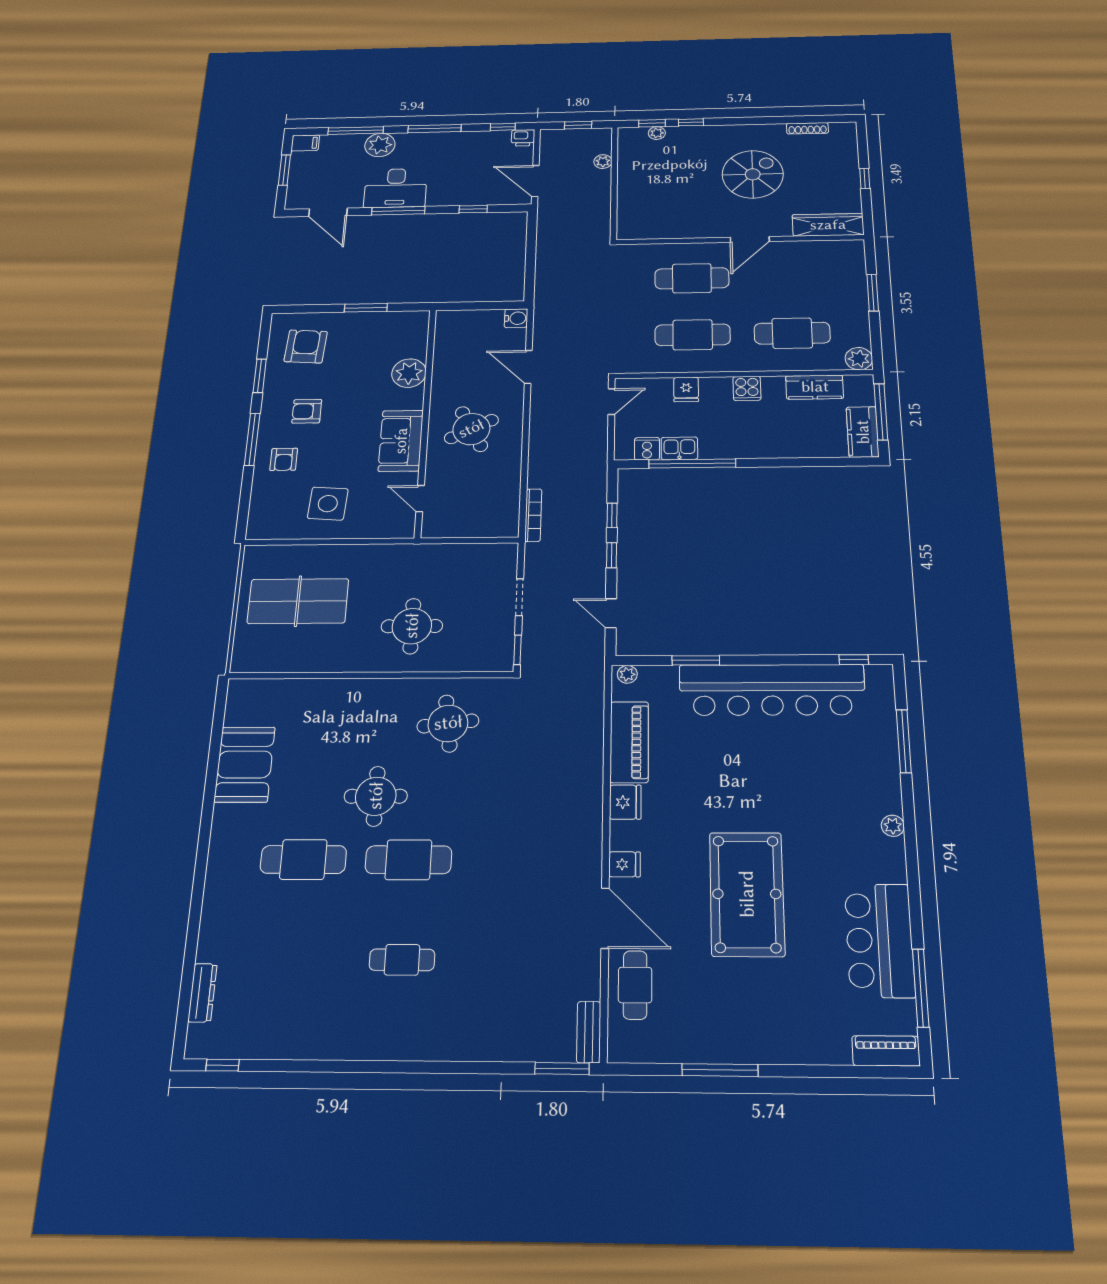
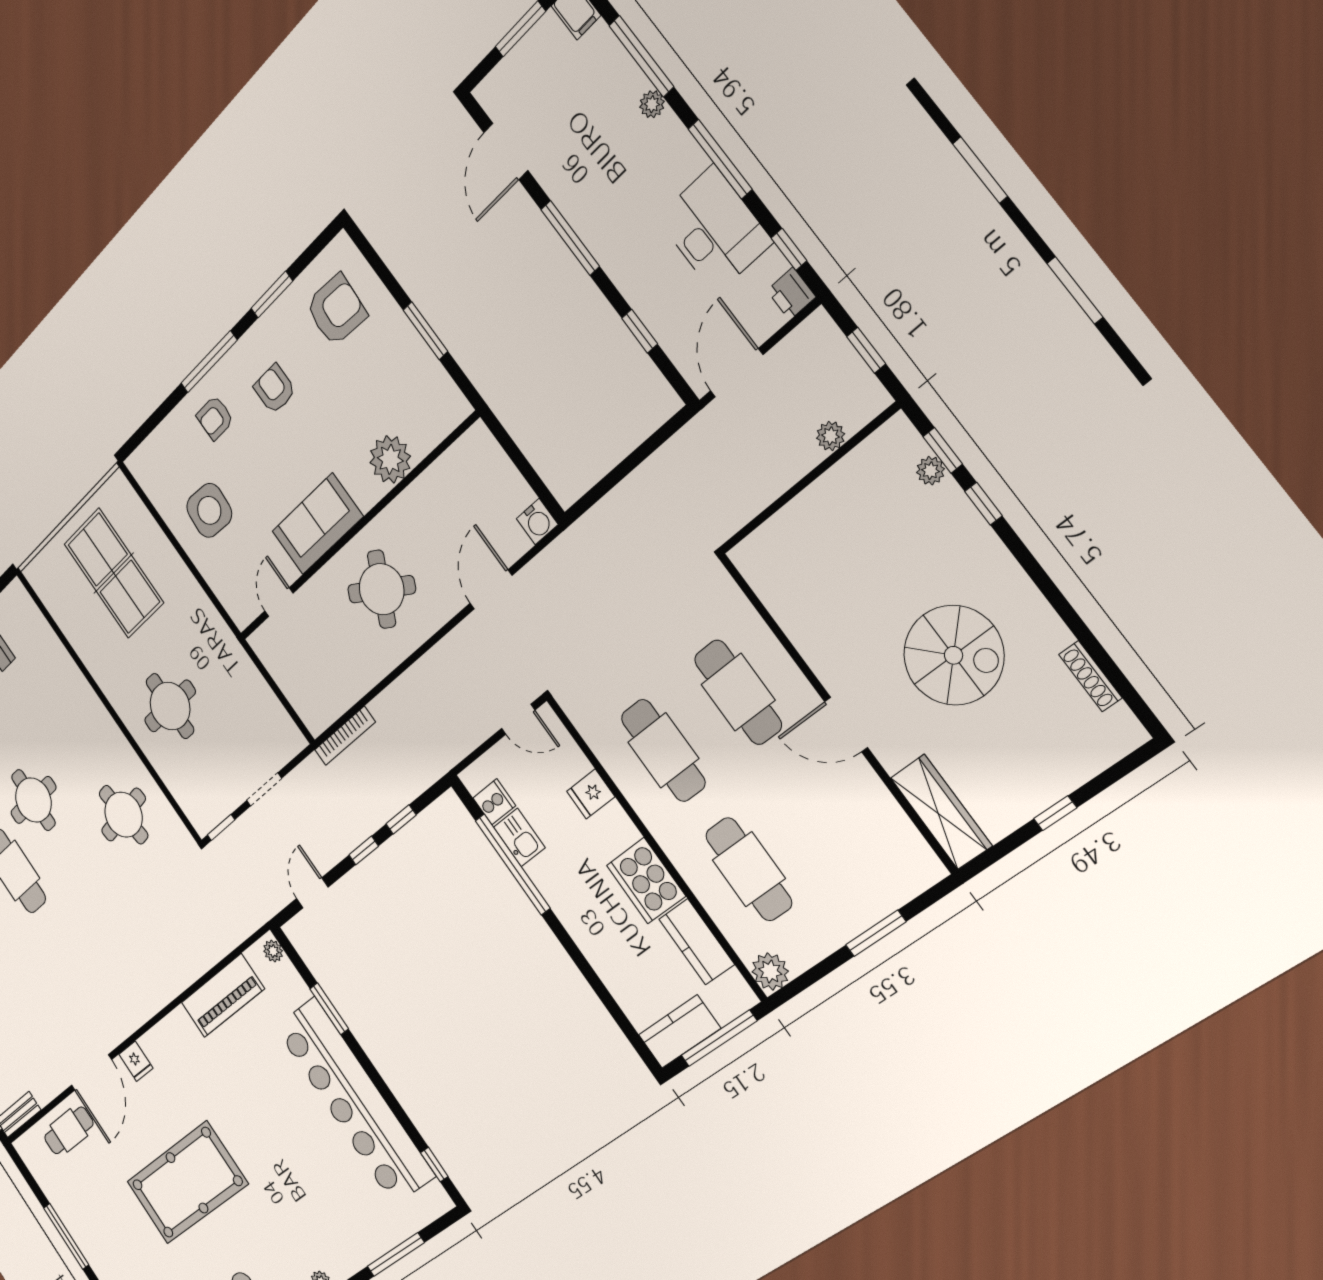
plant: (380, 145) -> (652, 104), width x0.53, depth x0.53
desk: (396, 188) -> (714, 230), moved, turned 180
cooker: (747, 388) -> (646, 881), width x1.87, depth x1.31
round table: (471, 429) -> (382, 589), turned -34
fridge: (625, 802) -> (178, 1027), removed

